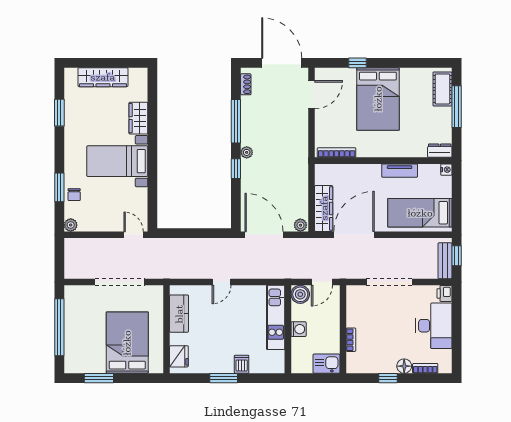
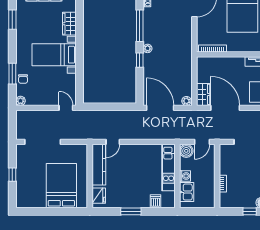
wardrobe: (324, 208) -> (203, 94), width x0.67
door: (354, 235) -> (225, 108), hinge flipped
doorway: (120, 282) -> (43, 142), moved
door: (222, 282) -> (113, 142), moved
kitchen counter: (179, 314) -> (99, 165), width x1.50
window: (59, 327) -> (12, 175), width x0.32
dishwasher: (242, 364) -> (155, 201), moved
kitchen sink: (326, 364) -> (187, 192), moved, turned 90
window: (99, 378) -> (41, 211), removed

